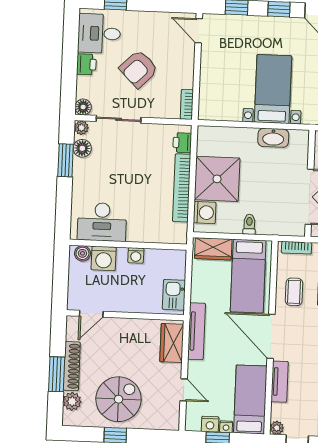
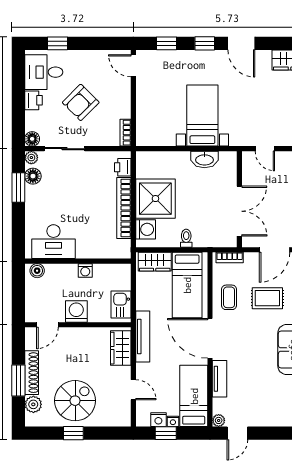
washing machine: (104, 258) -> (76, 311), moved, turned 180

